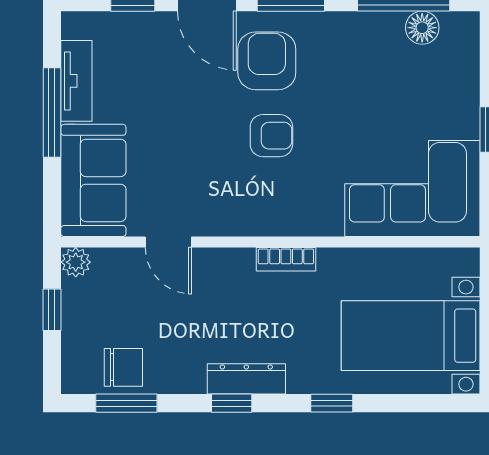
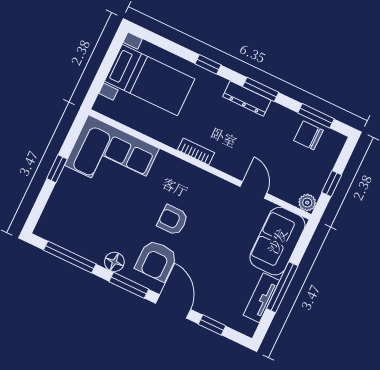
floor lamp: (422, 28) -> (114, 262), moved
window: (232, 403) -> (261, 89), width x1.50

